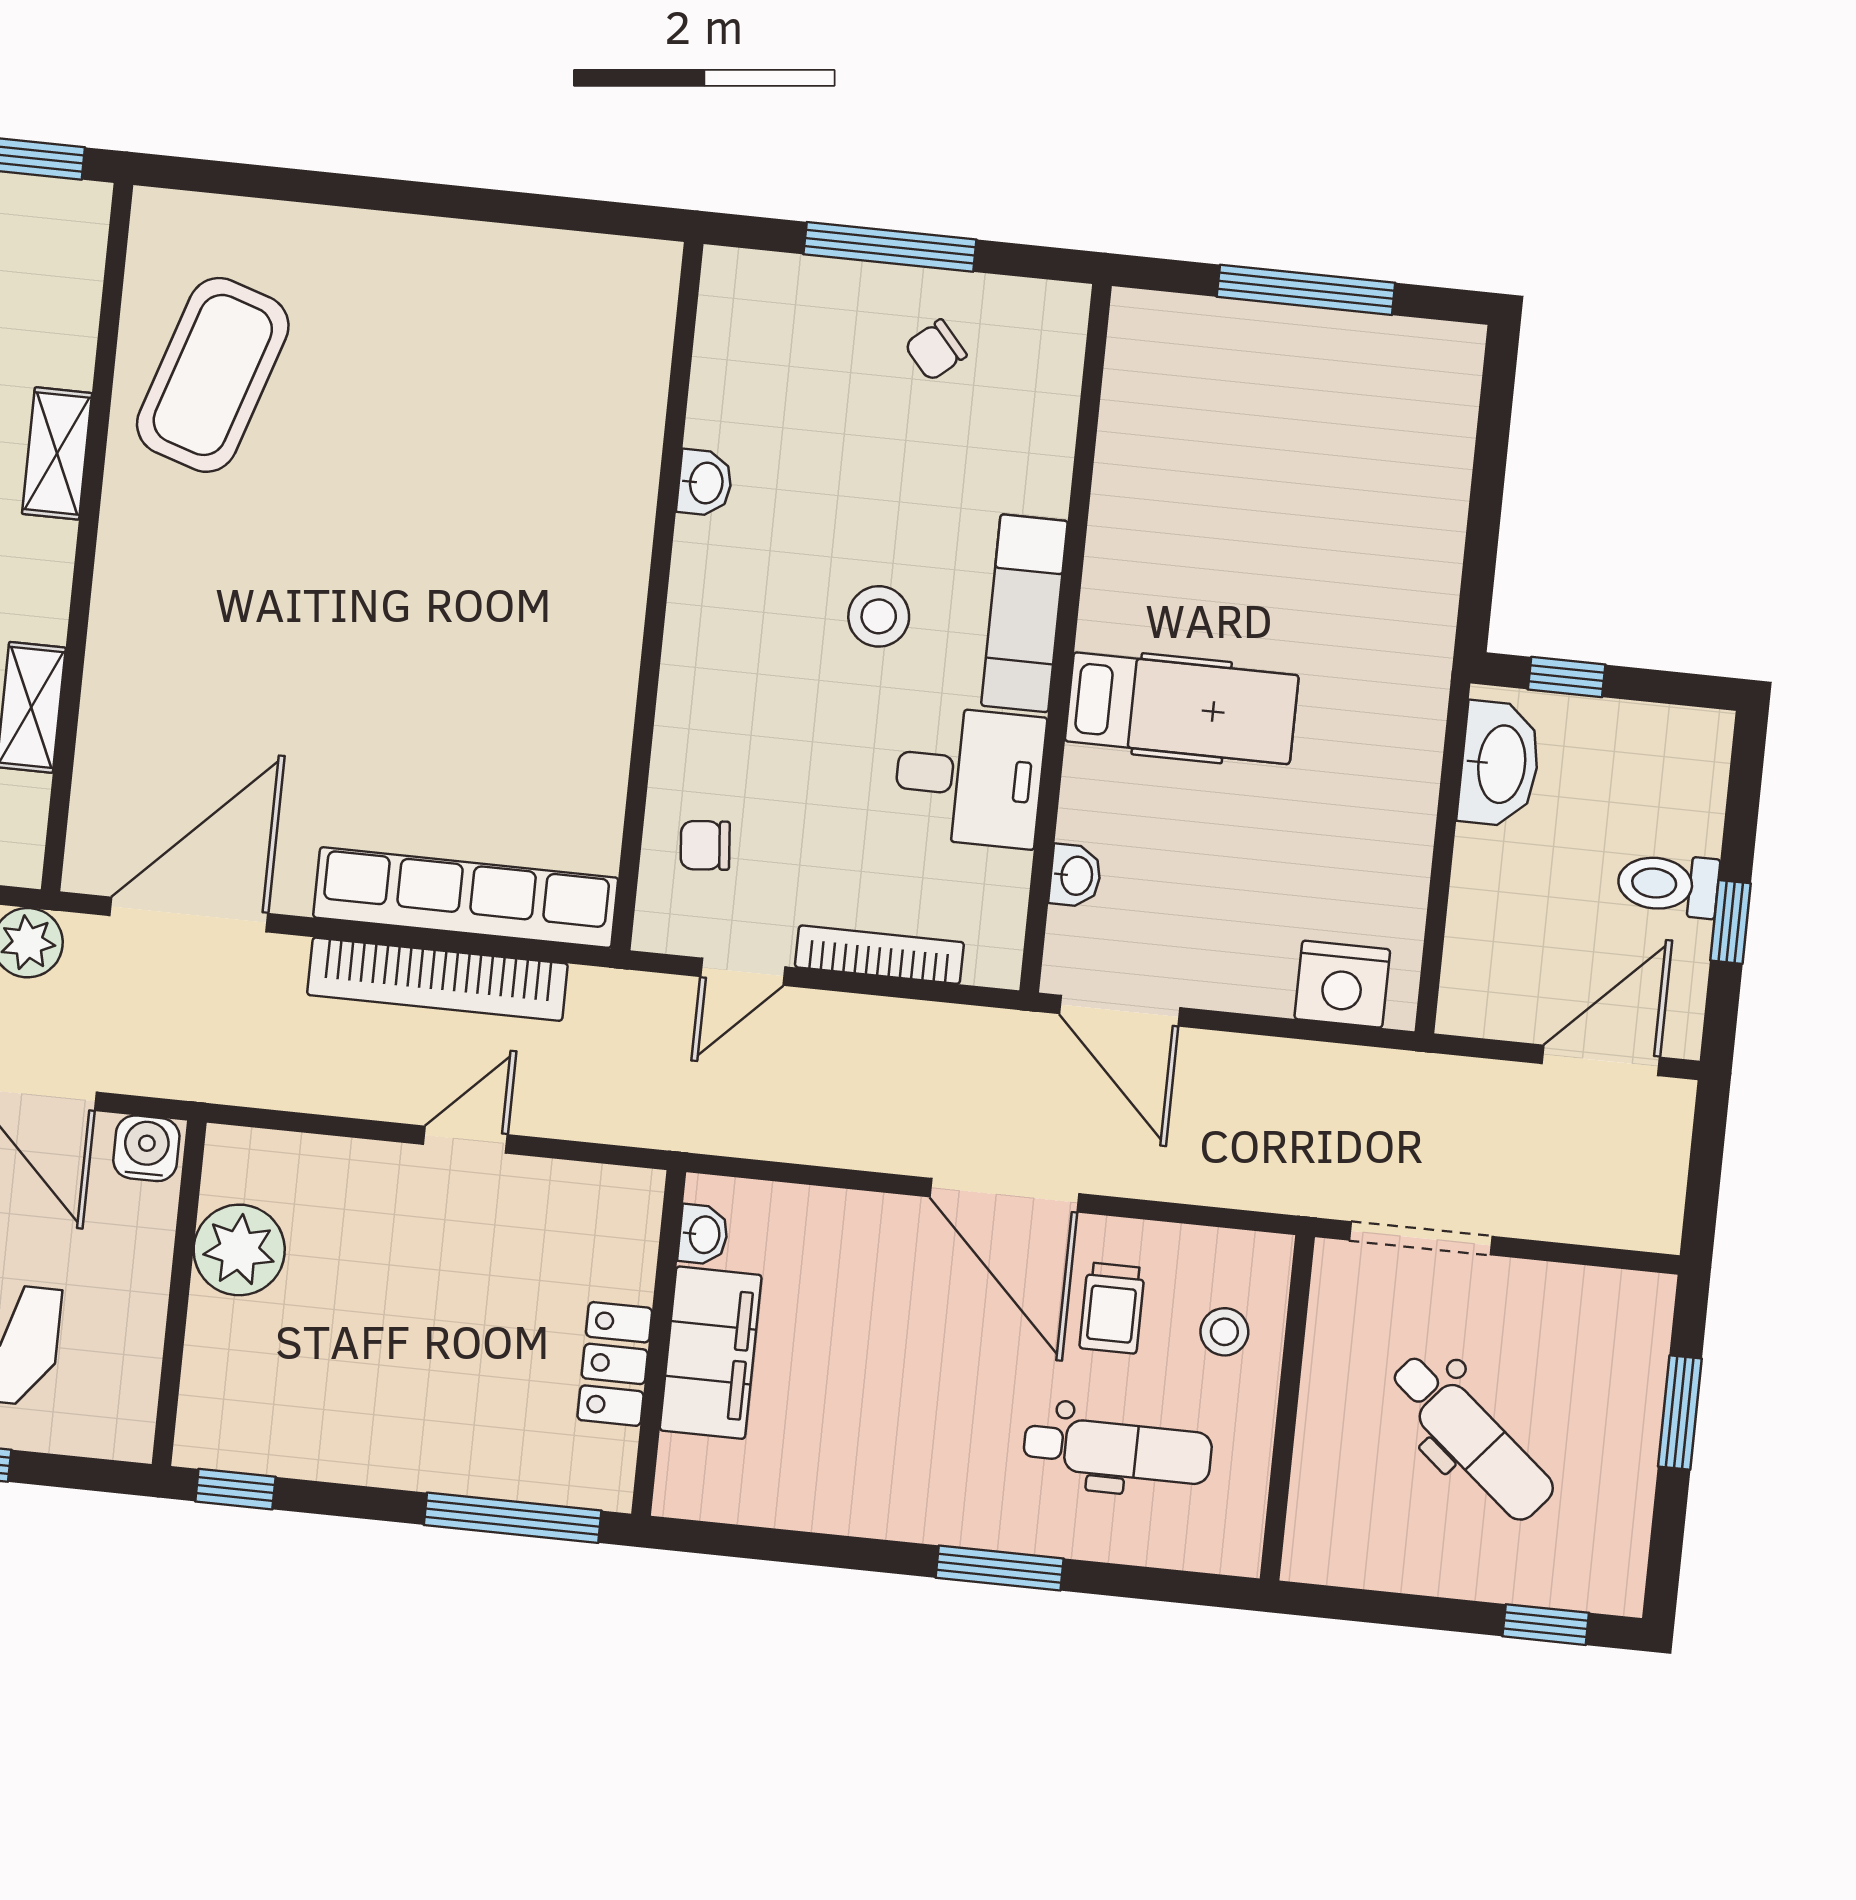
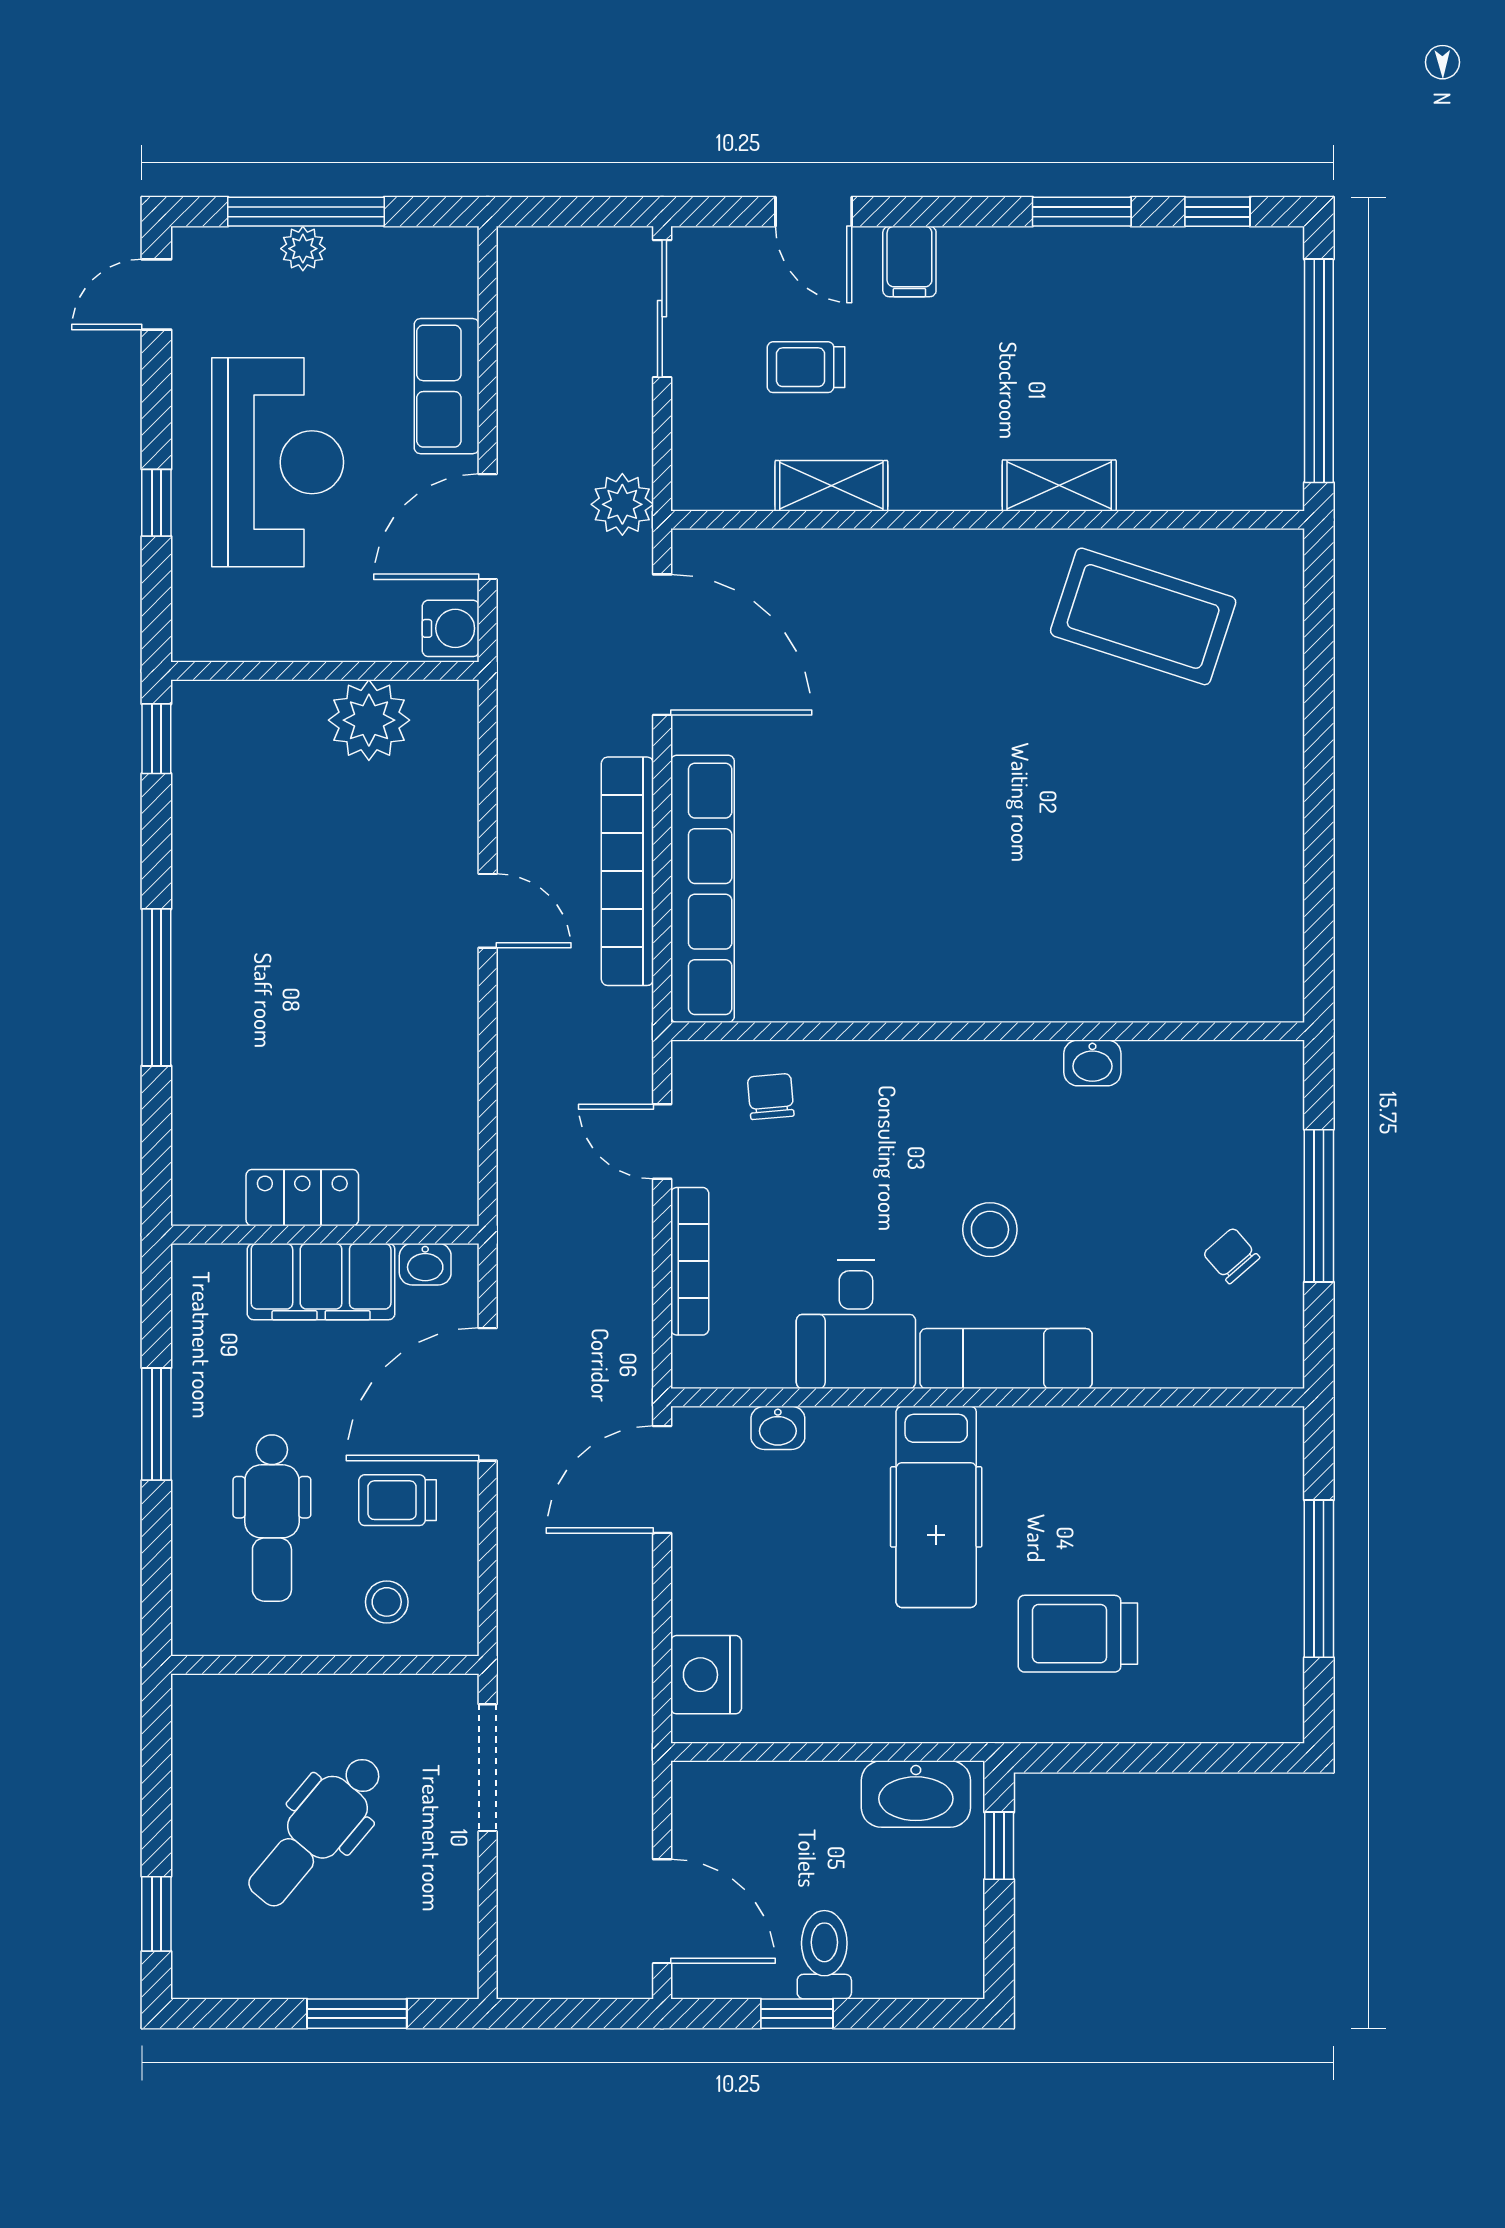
trolley: (1339, 565) -> (1078, 1634), added
washbasin: (703, 1235) -> (425, 1264), moved
wall: (659, 1343) -> (325, 1235), moved
filing cabinet: (711, 1353) -> (321, 1282), moved
locker: (615, 1364) -> (302, 1198), moved

